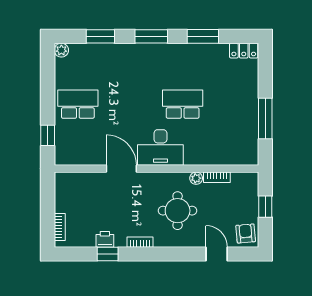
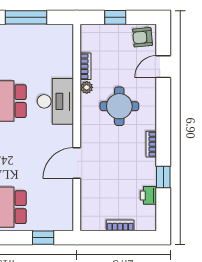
desk: (160, 147) -> (55, 101), moved
bookcase: (60, 227) -> (120, 225), moved
printer: (105, 239) -> (148, 195), moved

